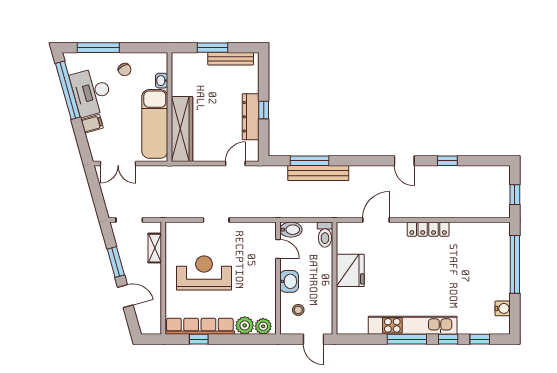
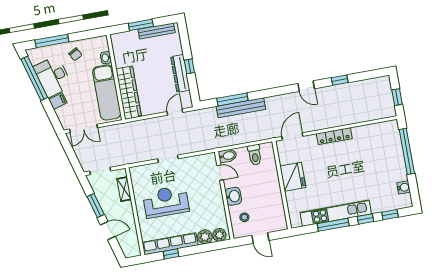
fridge: (350, 270) -> (293, 177), moved
wall: (335, 278) -> (282, 185), moved

